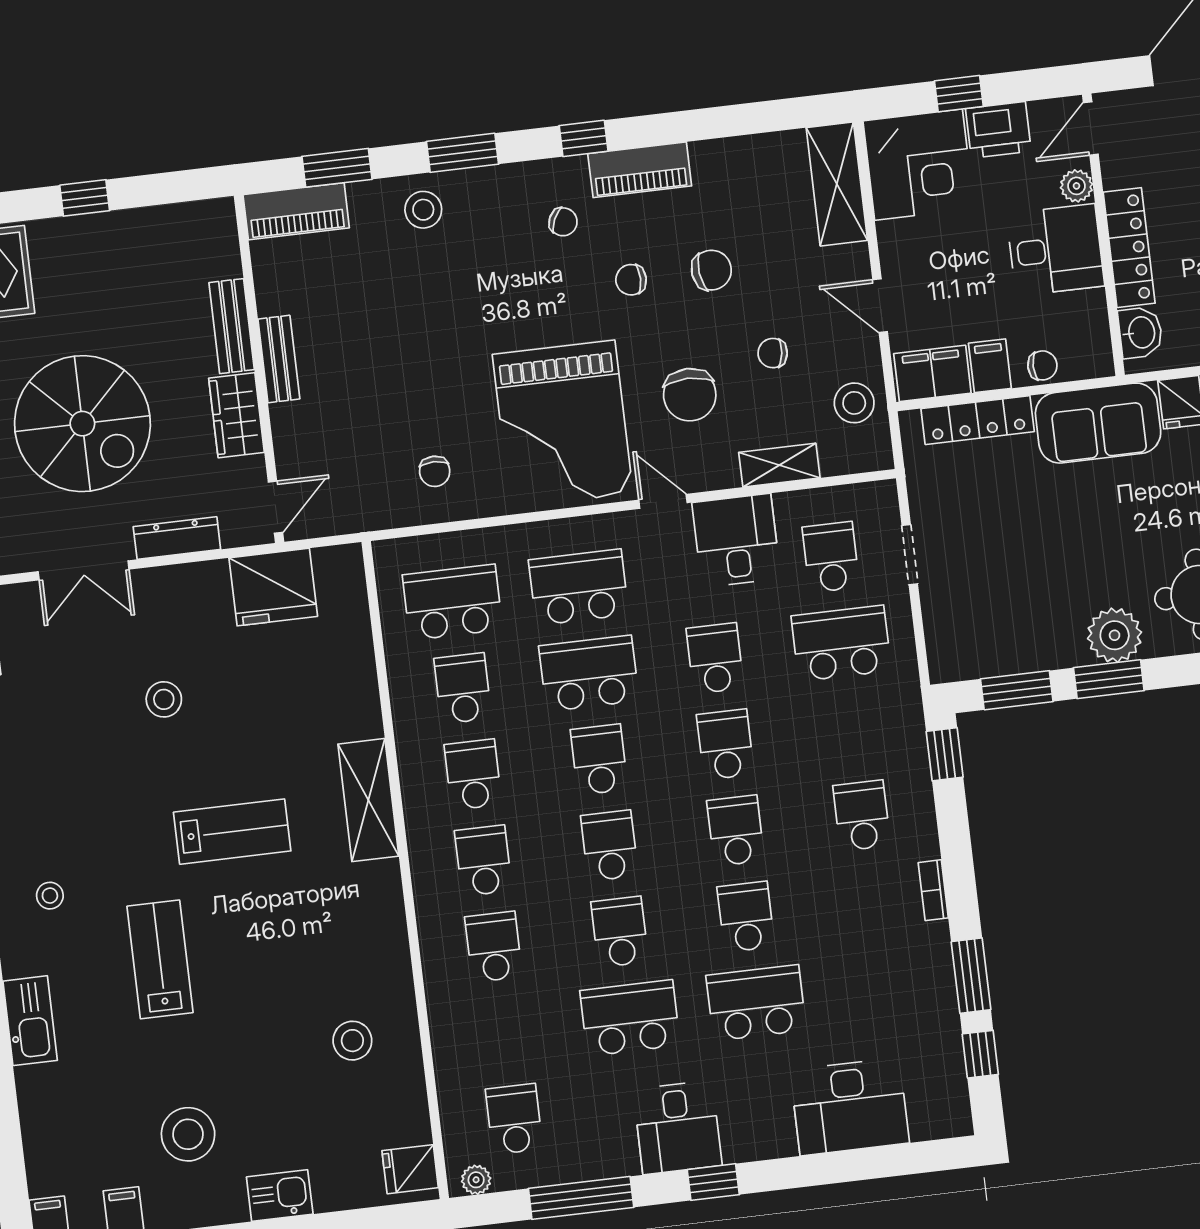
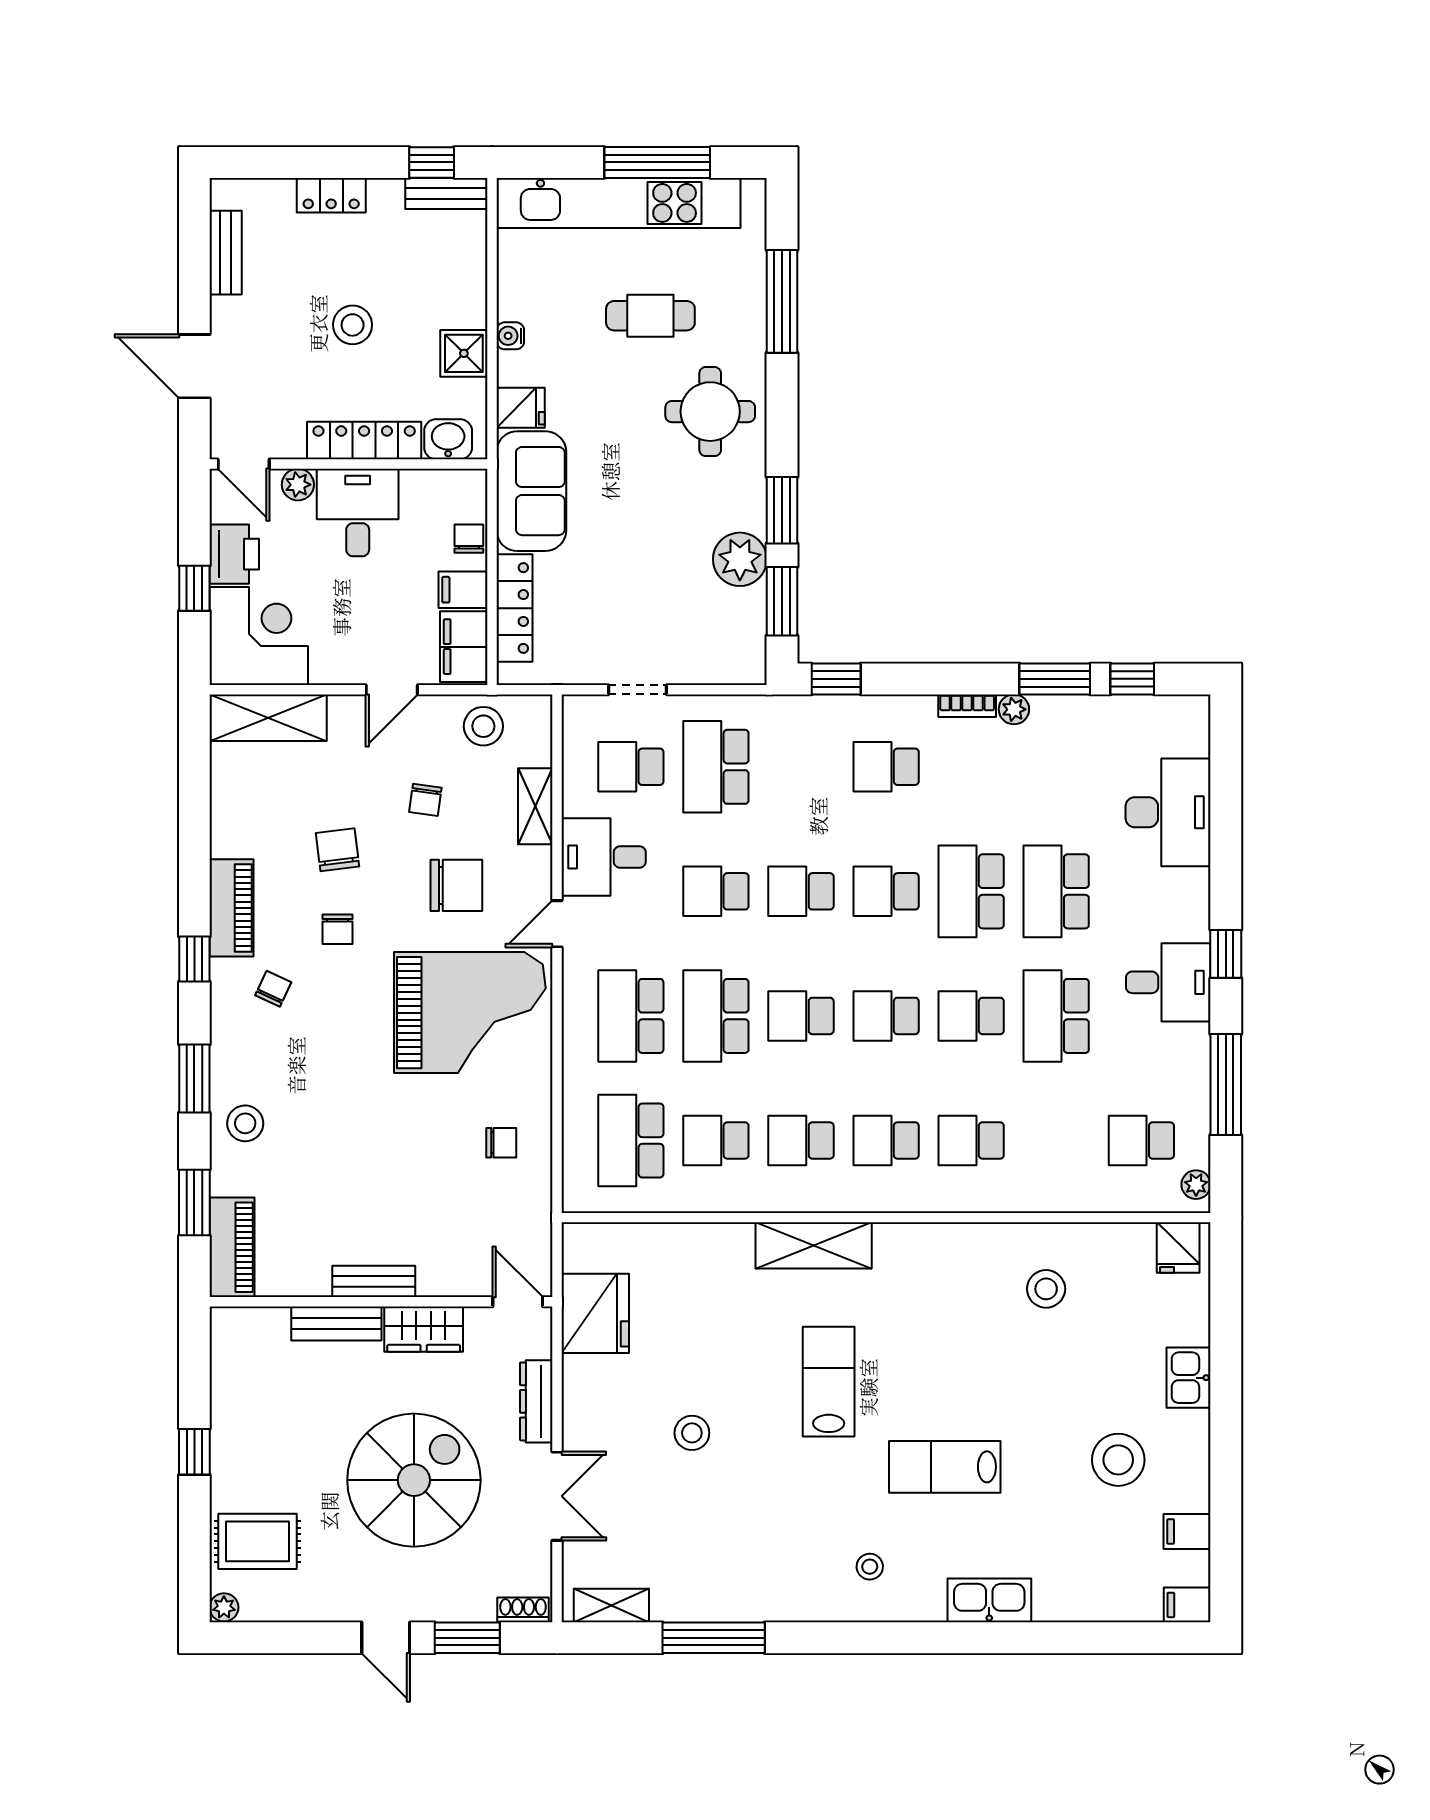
plant: (1115, 635) -> (740, 559), moved
school desk: (746, 917) -> (971, 891), width x1.85
plant: (935, 938) -> (1014, 709), added

